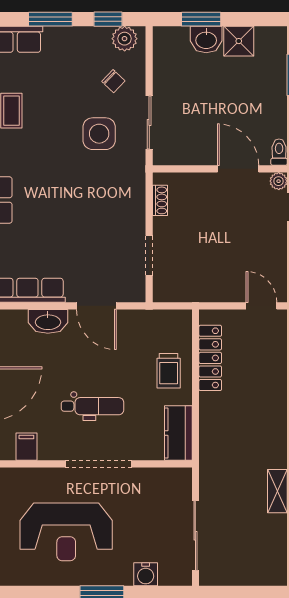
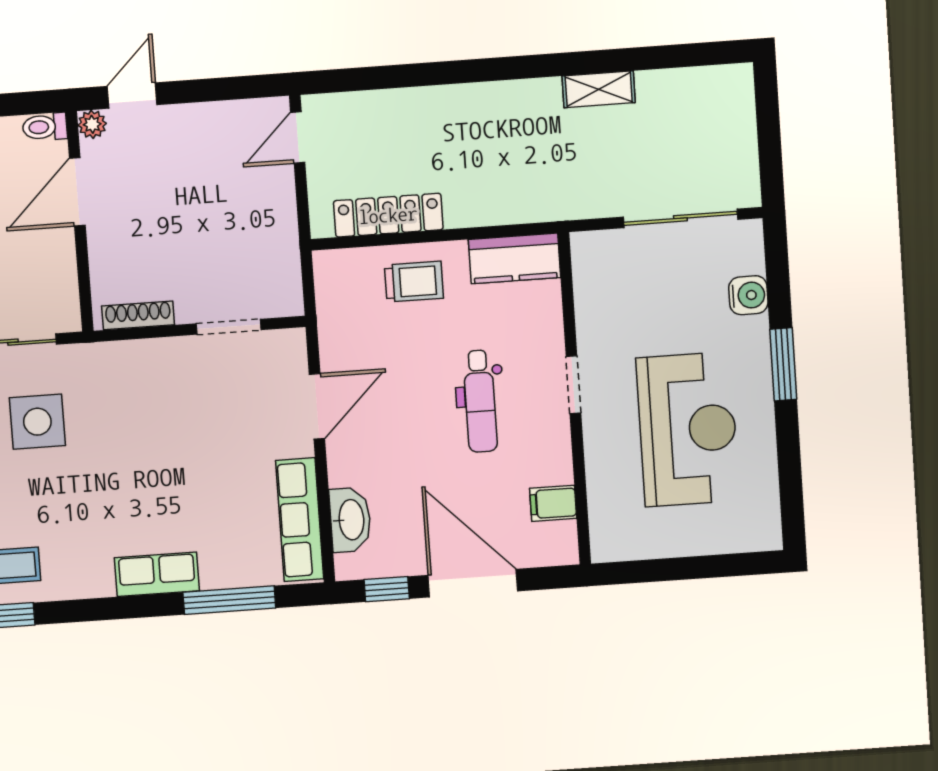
shoe rack: (160, 200) -> (138, 315), width x1.43
washbasin: (48, 321) -> (350, 520), moved
dental chair: (92, 406) -> (480, 401), turned 180
doorway: (99, 464) -> (573, 385), width x0.53

